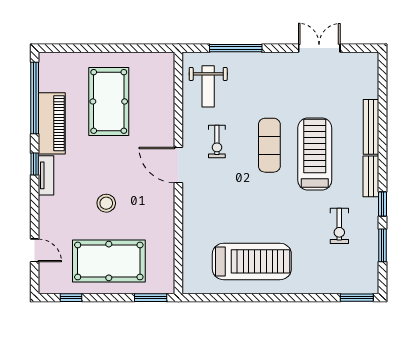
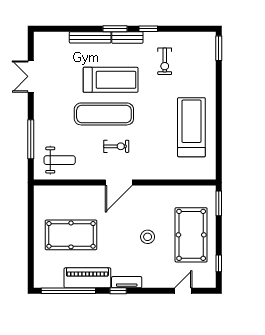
exercise bike: (217, 141) -> (116, 146), moved
exercise mat: (269, 145) -> (104, 114), width x1.36, depth x1.45
treadmill: (315, 154) -> (111, 80), turned 180
exercise bike: (339, 226) -> (165, 61), turned 90
window: (383, 245) -> (115, 29), moved

